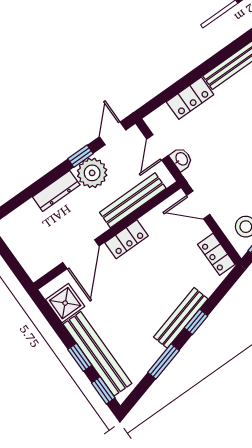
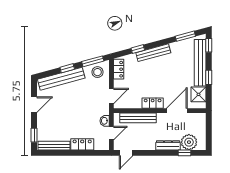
window: (80, 156) -> (184, 153), moved
plant: (92, 173) -> (189, 142), moved
door: (198, 205) -> (111, 96), hinge flipped
window: (196, 322) -> (138, 49), moved
window: (80, 357) -> (209, 77), moved
window: (164, 361) -> (185, 36), moved

